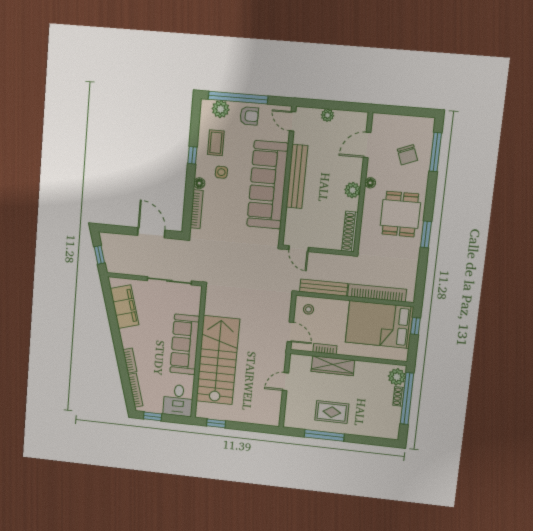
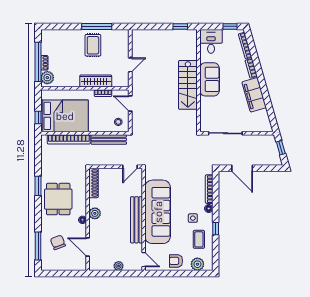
window: (238, 98) -> (185, 273), removed
door: (367, 145) -> (88, 247), swing flipped
door: (299, 249) -> (130, 167), swing flipped
filing cabinet: (124, 307) -> (254, 95), moved
sofa: (185, 344) -> (210, 79), width x0.73
stairs: (218, 360) -> (188, 85), width x0.73, depth x0.66
rug: (332, 412) -> (93, 45), turned 90

